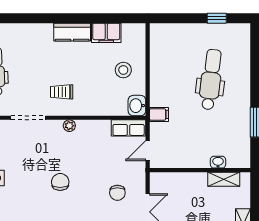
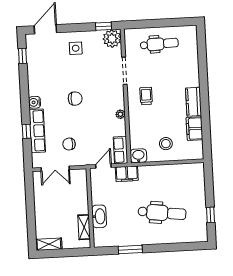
filing cabinet: (159, 114) -> (127, 174), width x2.00
plant: (69, 126) -> (120, 114), moved
door: (148, 151) -> (103, 166), hinge flipped
washbasin: (218, 162) -> (99, 216), width x1.91, depth x1.45

